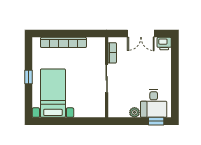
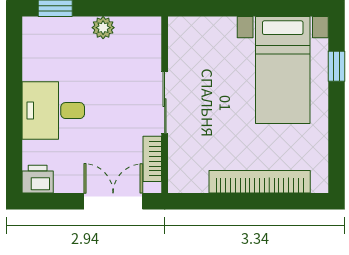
double door: (141, 34) -> (113, 201), moved
window: (29, 77) -> (337, 66), moved
desk: (154, 103) -> (53, 111), moved, turned -90

